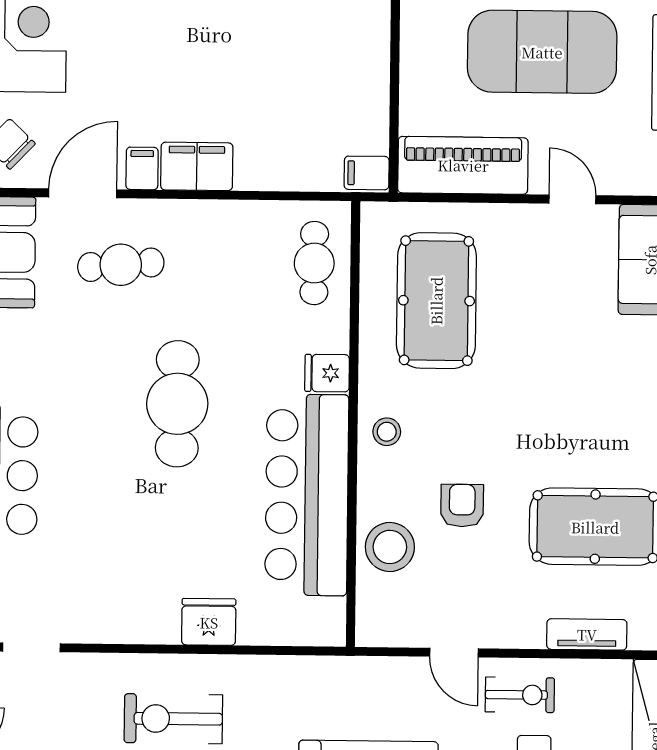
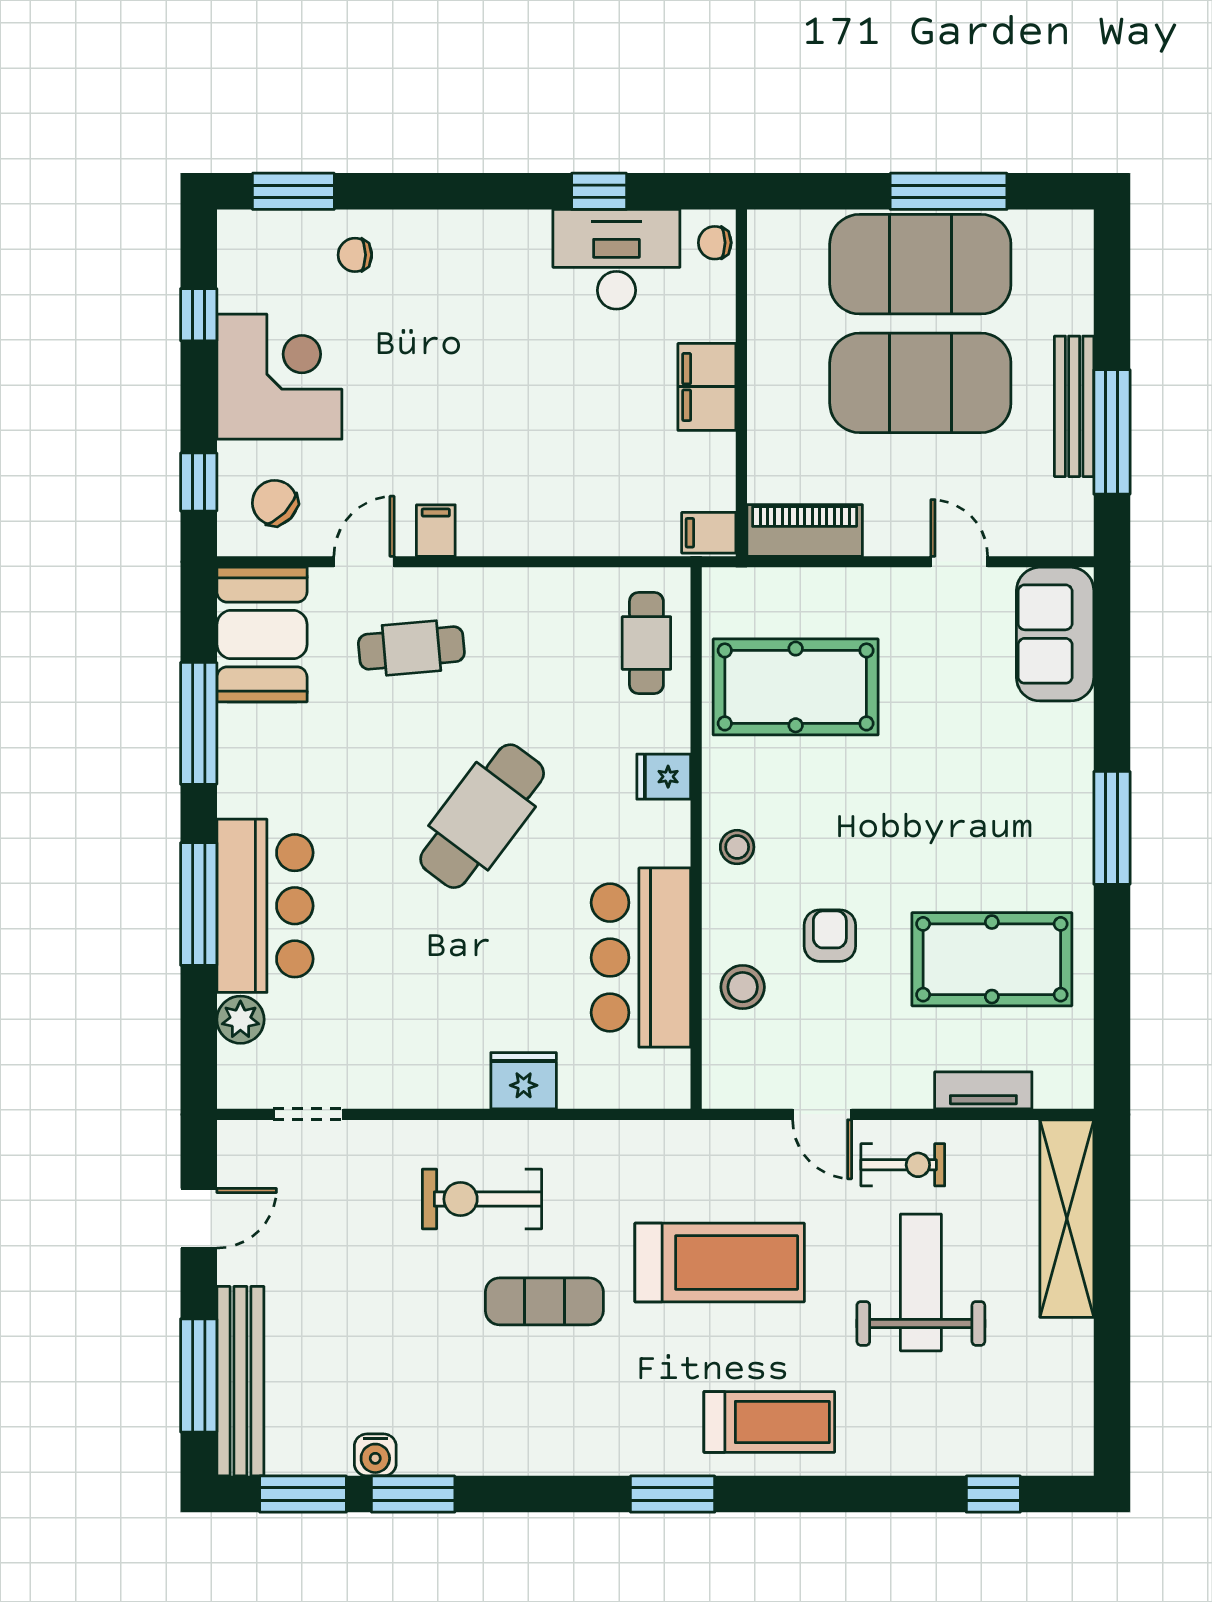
piano: (463, 165) -> (805, 531), width x0.73, depth x0.75
filing cabinet: (197, 166) -> (707, 387), moved, turned -90
door: (83, 193) -> (364, 562), width x0.73
pool table: (436, 301) -> (796, 687), turned 90
cafe table: (177, 404) -> (482, 816), turned 37
bar counter: (307, 495) -> (641, 958), width x0.73
stool: (390, 547) -> (743, 987), width x0.73, depth x0.73

